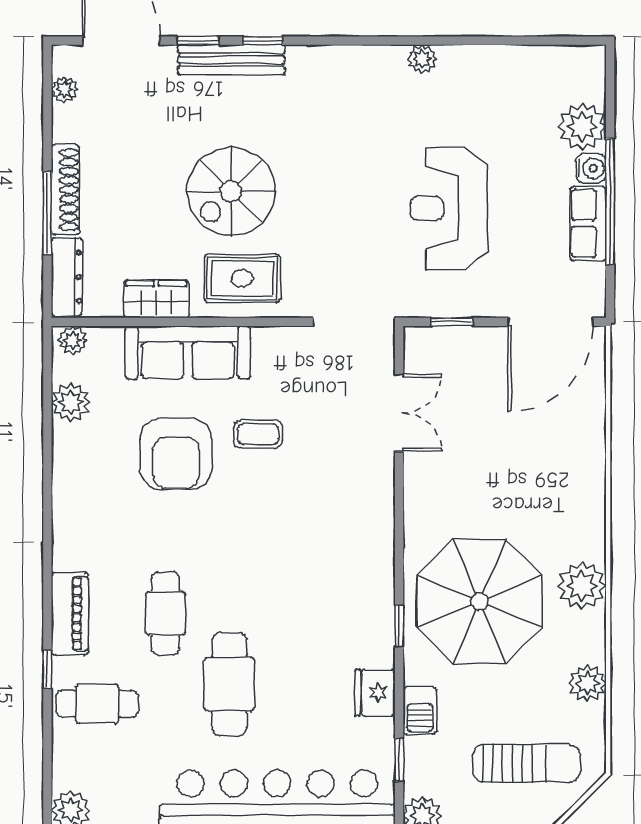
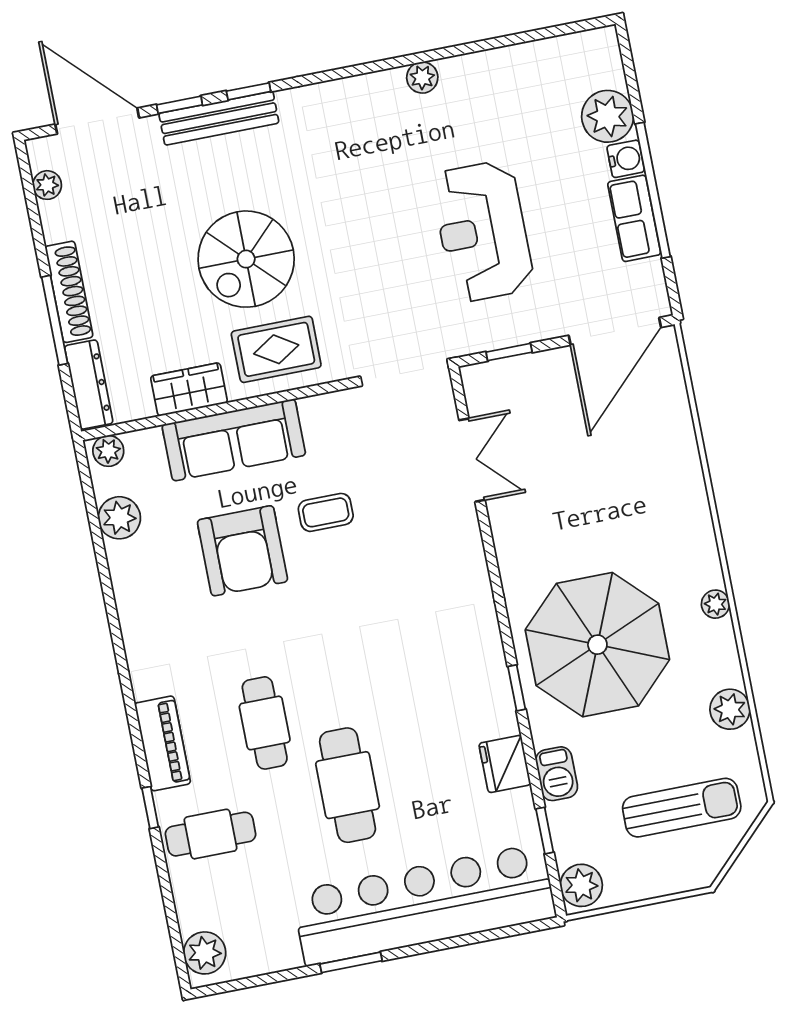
plant: (582, 586) -> (715, 604), width x0.53, depth x0.53

